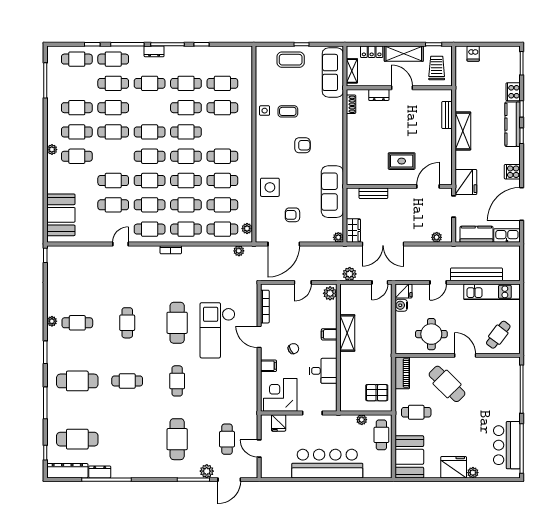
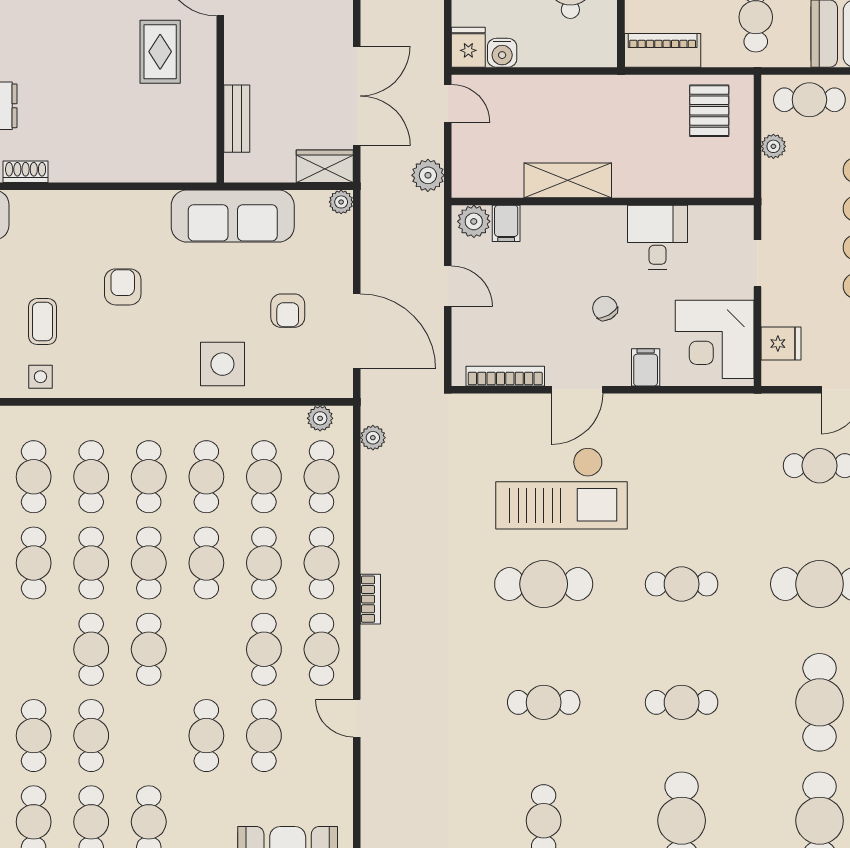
cafe table: (150, 181) -> (91, 477), moved
filing cabinet: (329, 334) -> (506, 223), moved
cafe table: (127, 381) -> (682, 702), turned 90
cafe table: (127, 439) -> (820, 702), added

